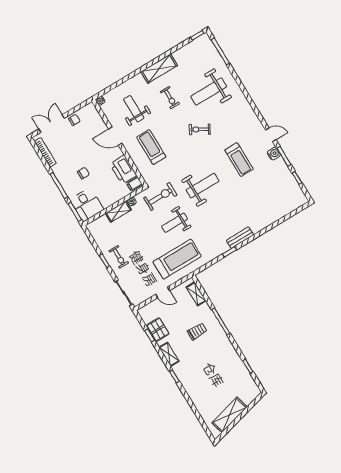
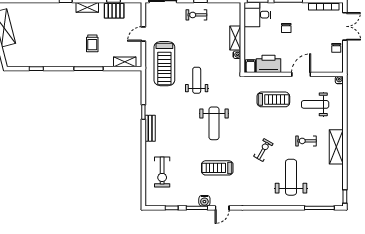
weight bench: (134, 109) -> (315, 104), turned 180
exercise bike: (160, 196) -> (162, 172), moved

